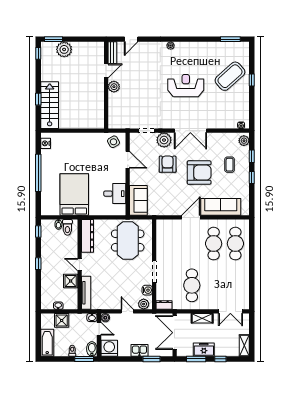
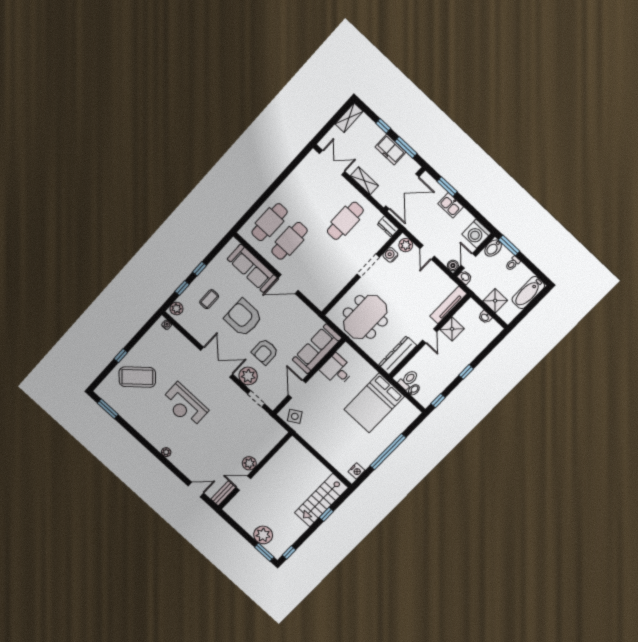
sofa: (138, 200) -> (317, 349), width x1.36

